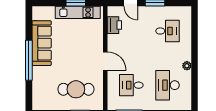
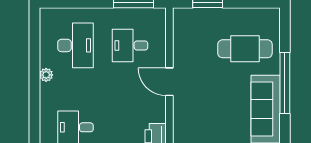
desk: (131, 85) -> (130, 45), turned 180
cafe table: (76, 89) -> (245, 49), moved

